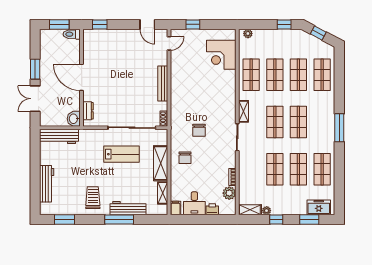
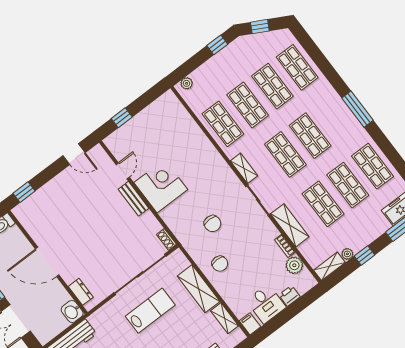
door: (169, 43) -> (123, 171), moved
corner desk: (221, 55) -> (161, 186), moved, turned 180
bench: (163, 84) -> (133, 199), width x0.73
shelving: (245, 167) -> (290, 225), added

